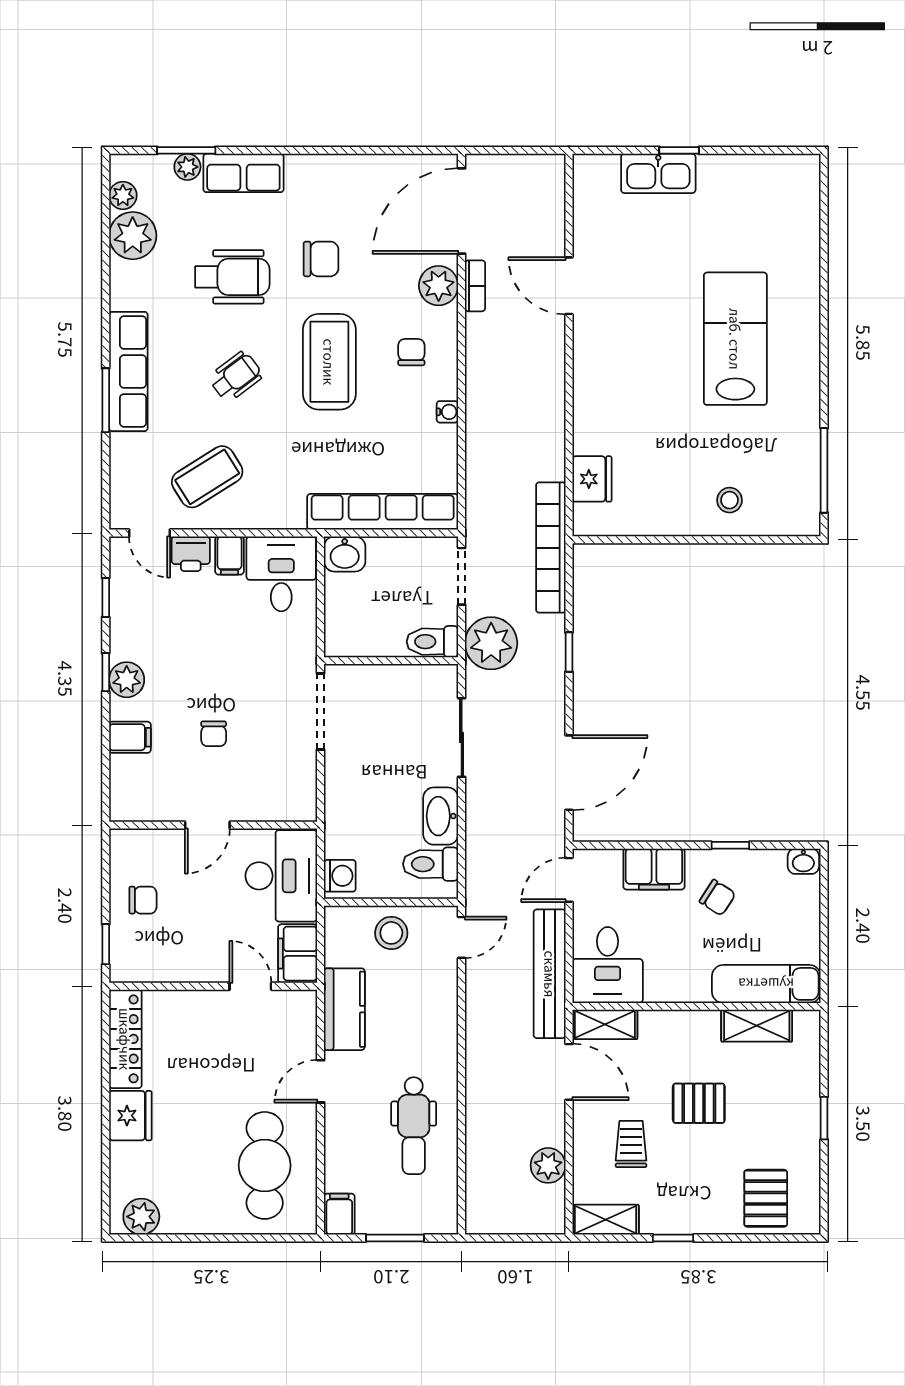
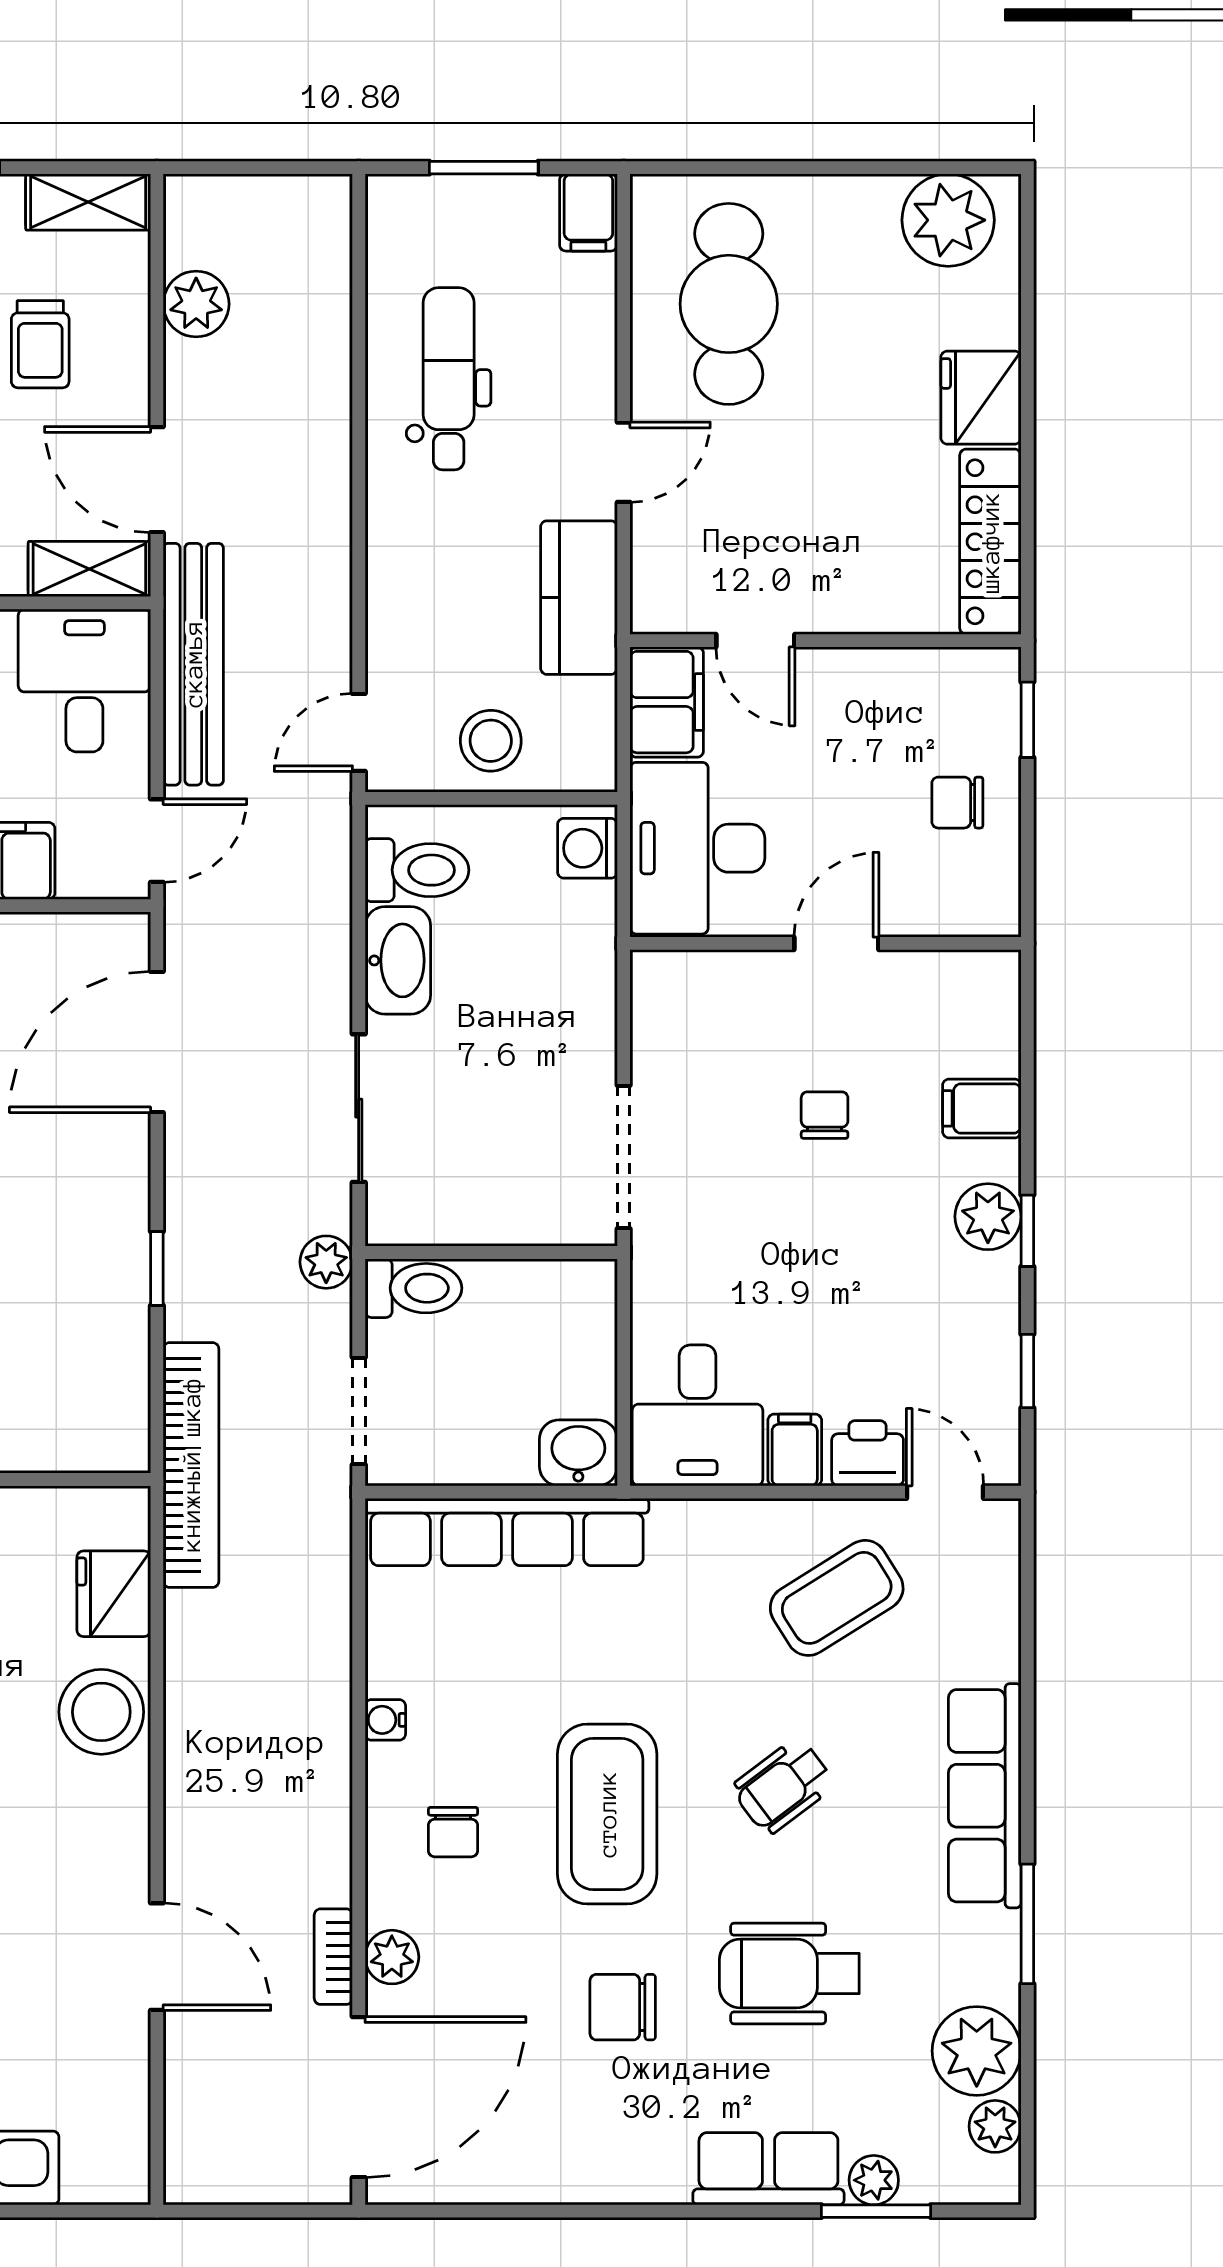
plant: (439, 286) -> (392, 1957), width x0.73, depth x0.73
window: (106, 400) -> (1027, 1924), moved
stool: (599, 416) -> (101, 1712), added
plant: (491, 643) -> (326, 1262), width x0.53, depth x0.53
plant: (141, 1217) -> (948, 220), width x1.36, depth x1.36

